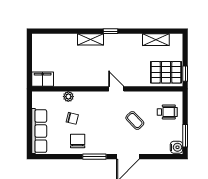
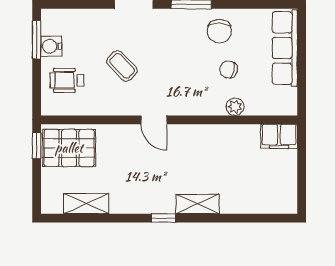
water cooler: (176, 147) -> (51, 46), moved

